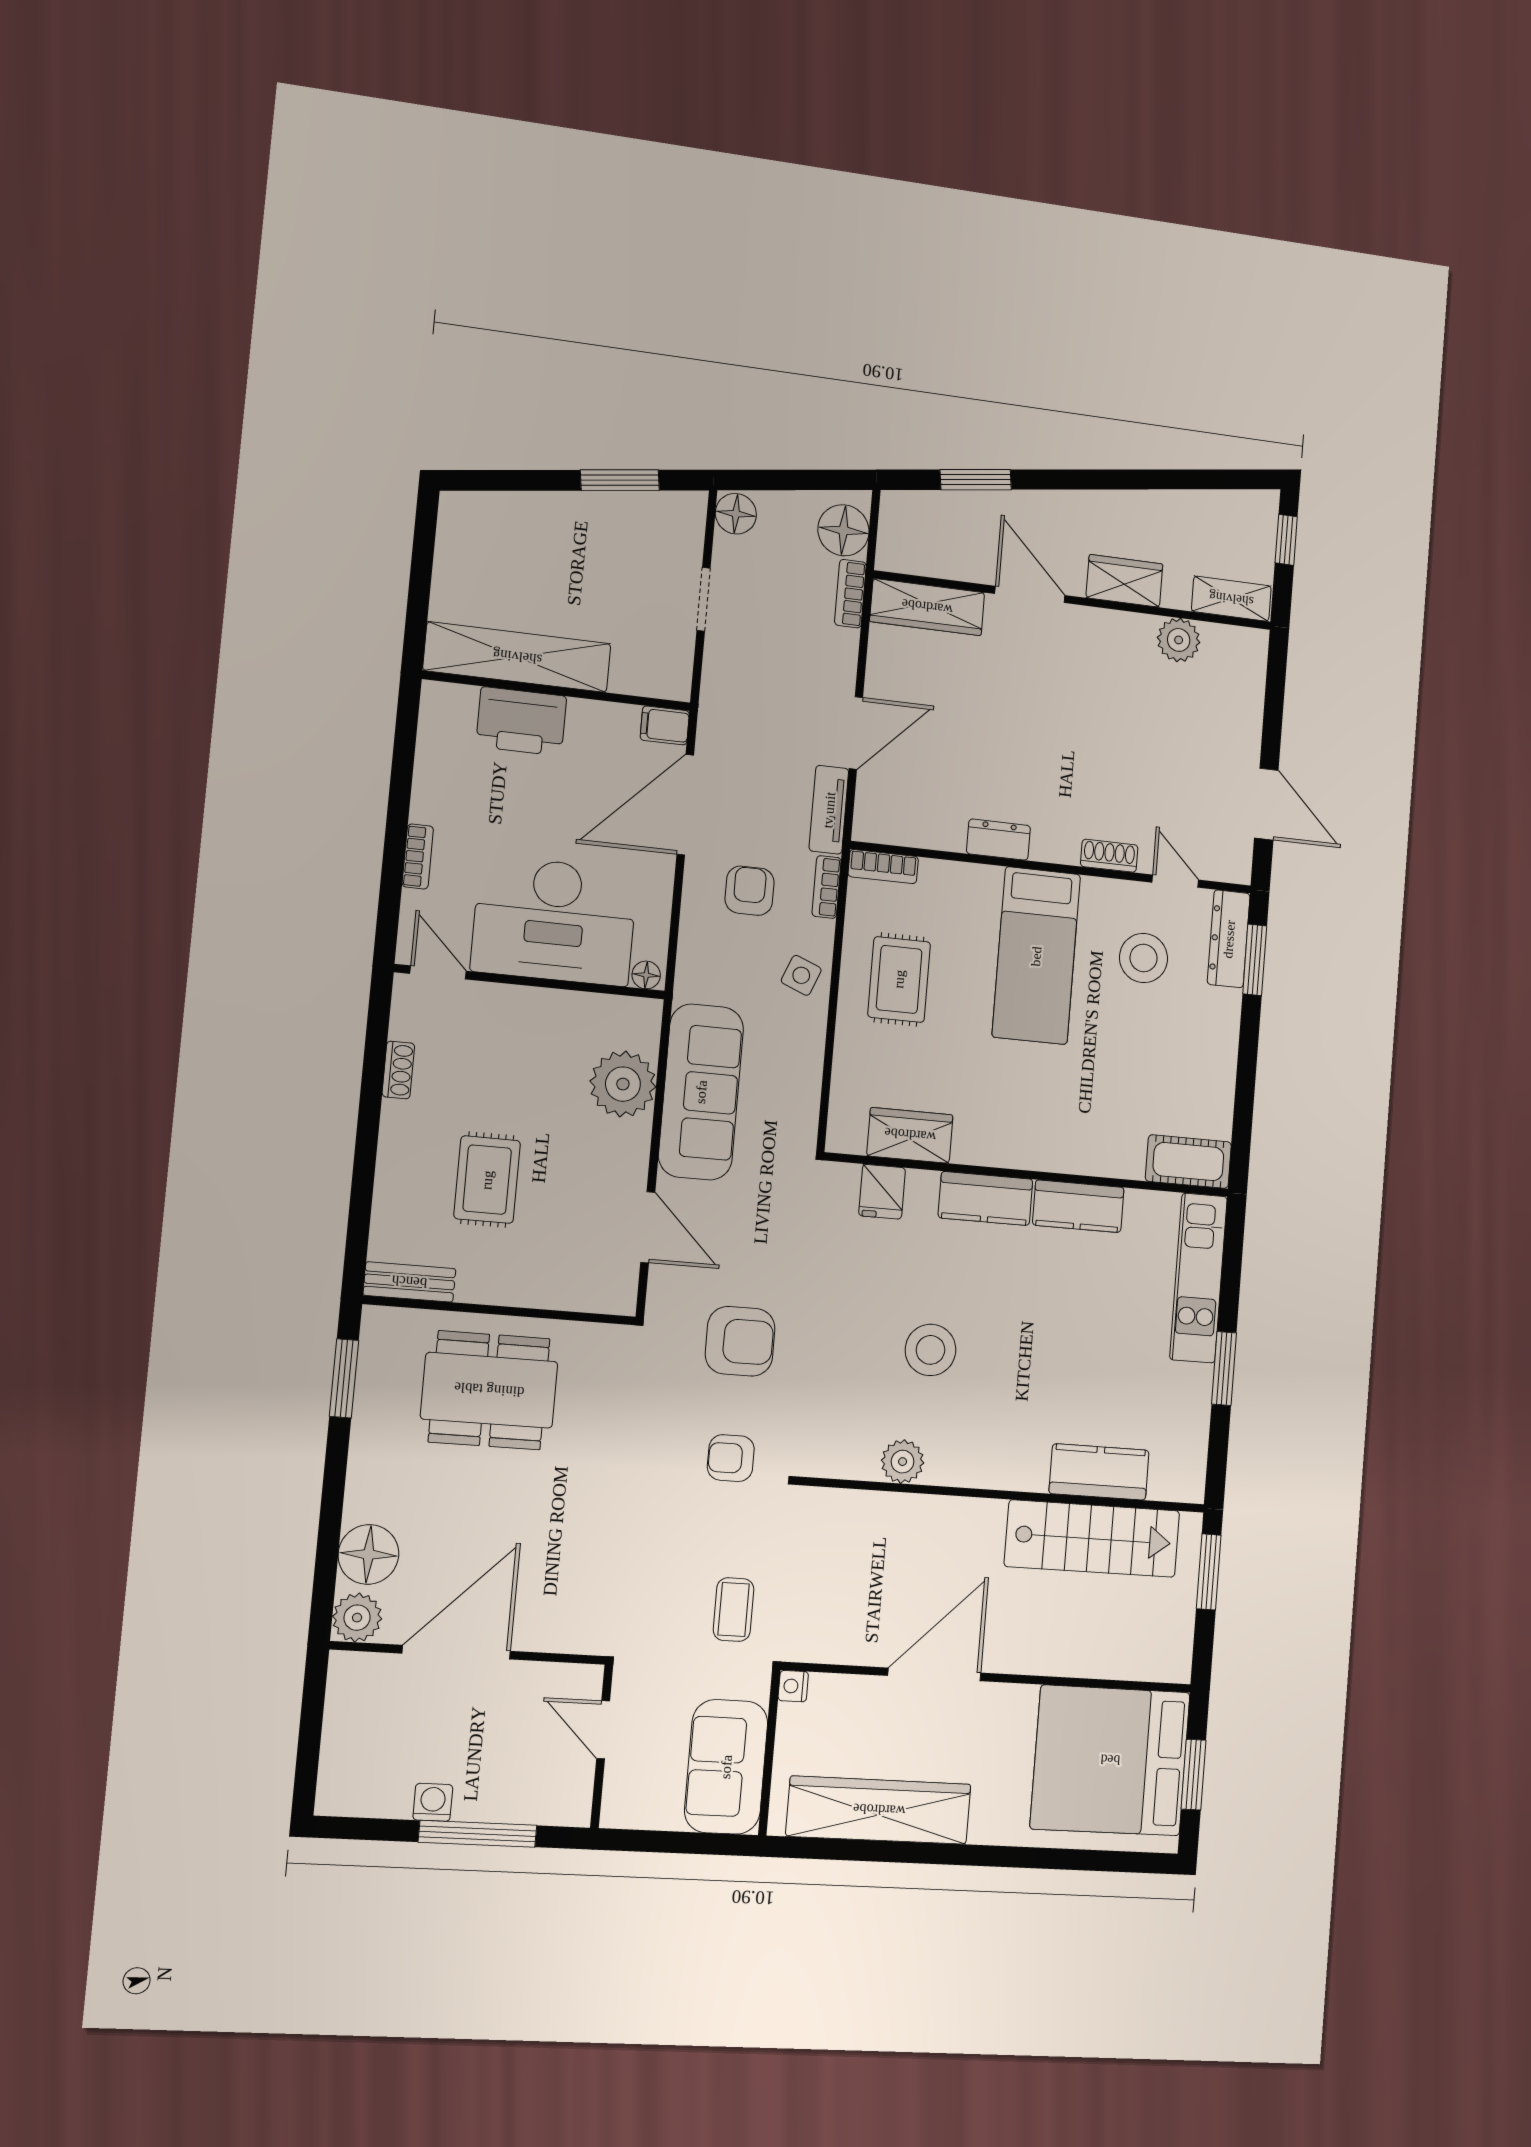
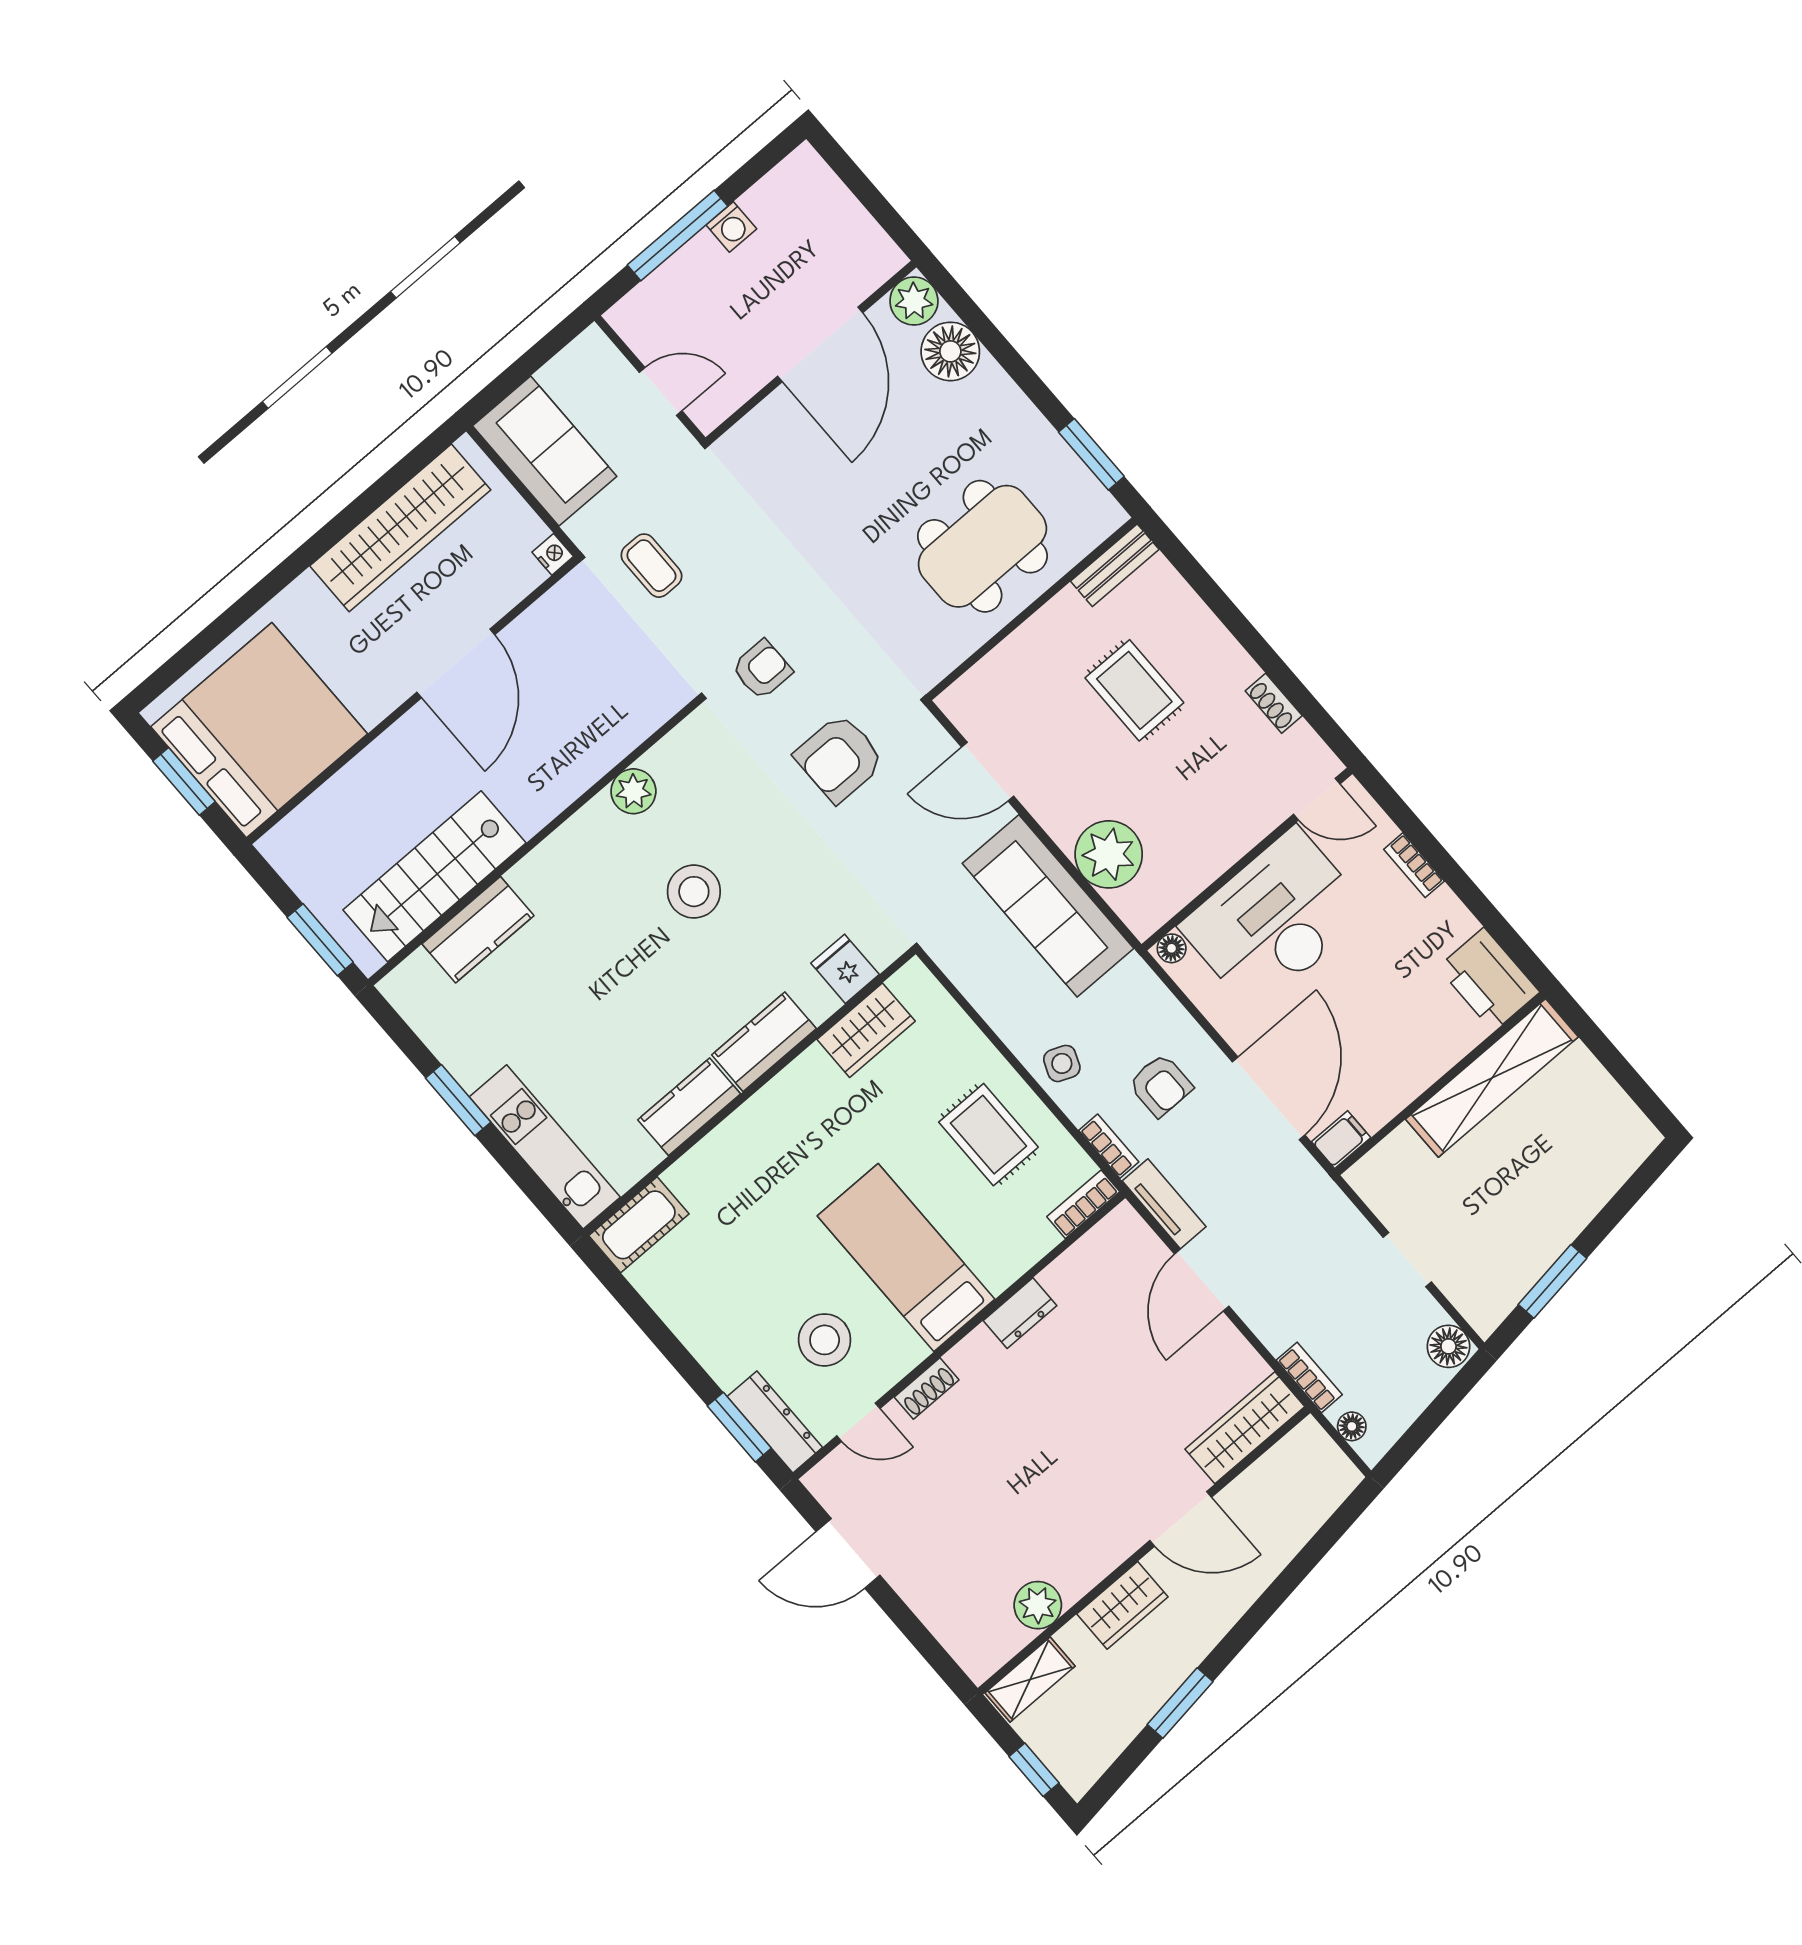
window: (976, 480) -> (1180, 1703), moved
floor lamp: (843, 530) -> (1352, 1426), width x0.53, depth x0.53
printer: (521, 721) -> (1489, 980), moved, turned -90

